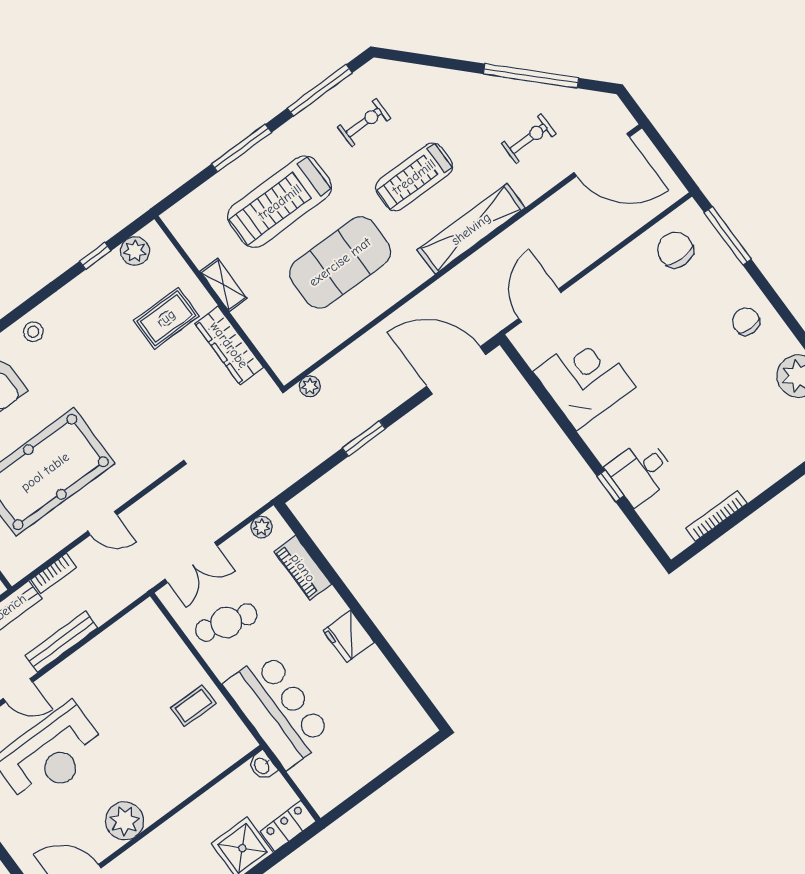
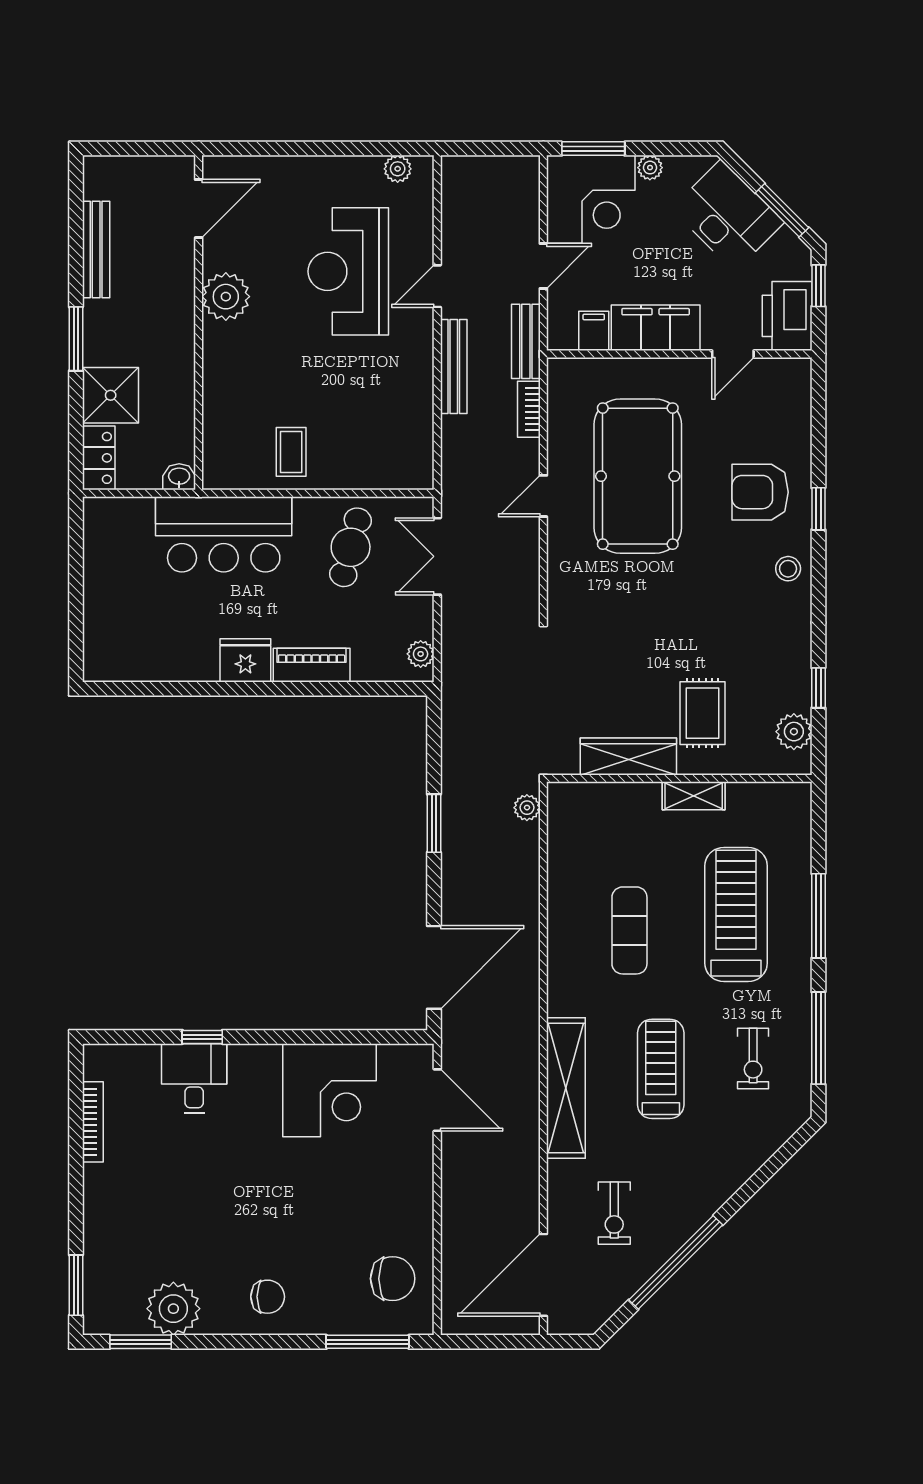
exercise mat: (340, 262) -> (629, 930), width x0.50, depth x0.69
piano: (303, 568) -> (312, 665), moved

